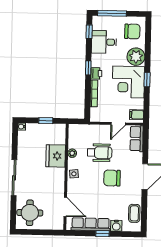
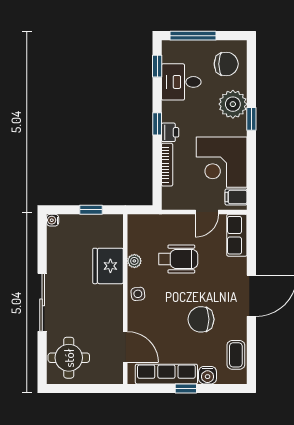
window: (147, 80) -> (251, 119), moved
corner desk: (128, 82) -> (222, 162), moved
chair: (112, 178) -> (201, 319), moved

